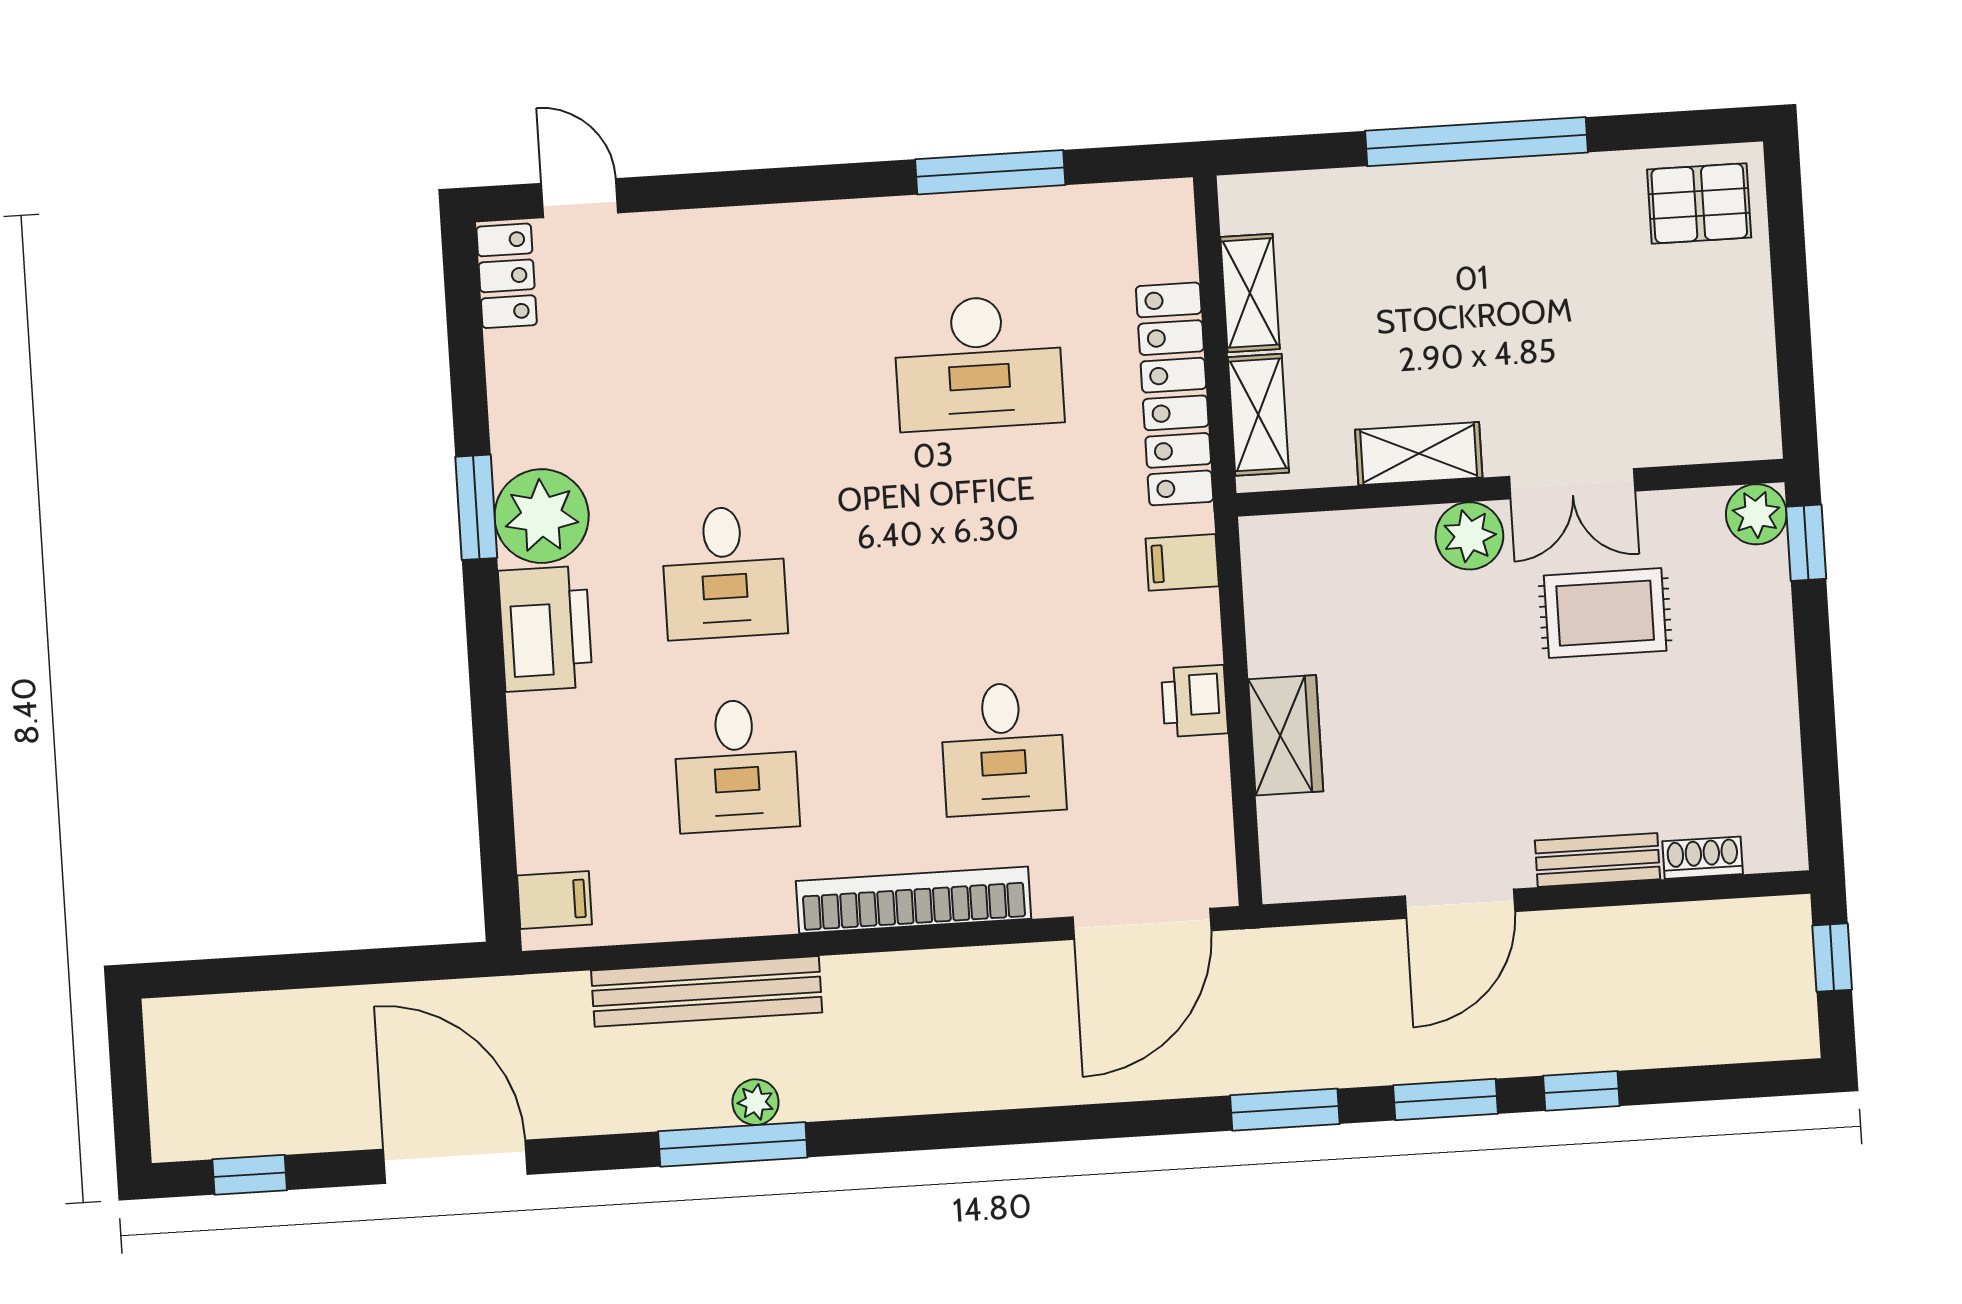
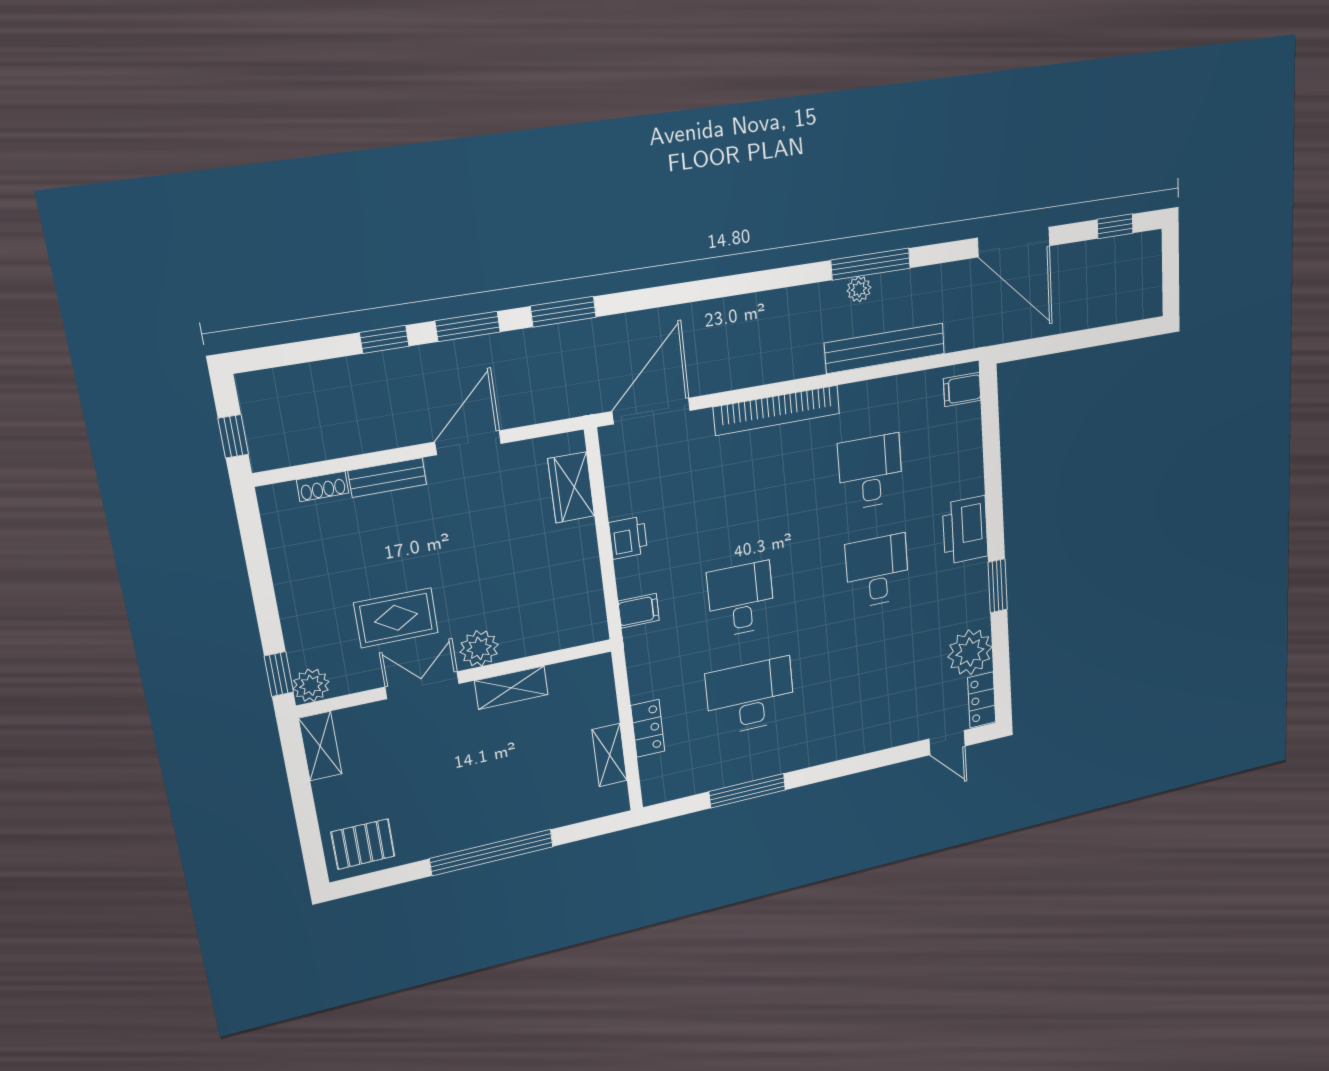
locker: (1175, 394) -> (648, 728), width x0.46, depth x0.83
shelving: (1258, 415) -> (320, 746), moved
plant: (542, 516) -> (970, 652), moved
wardrobe: (1286, 735) -> (571, 487), moved
desk: (1003, 749) -> (741, 599), moved

